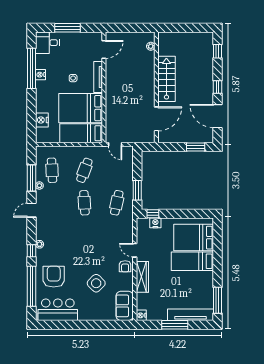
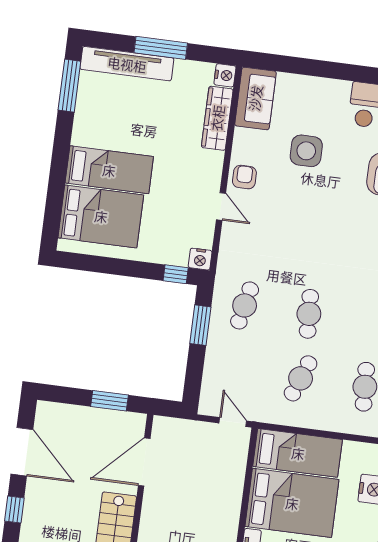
window: (196, 147) -> (109, 401), moved
nightstand: (155, 223) -> (200, 259), moved
wardrobe: (142, 277) -> (217, 118), moved
side table: (96, 283) -> (306, 151), turned 45

